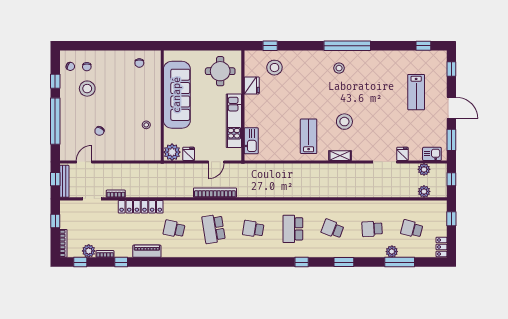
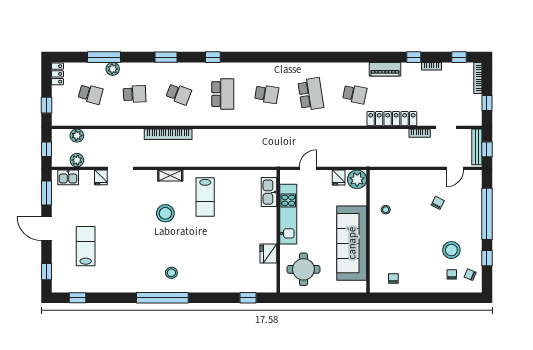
stool: (274, 68) -> (243, 273), removed
bookcase: (215, 193) -> (168, 134), moved
plant: (89, 251) -> (450, 69), removed

